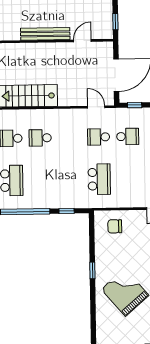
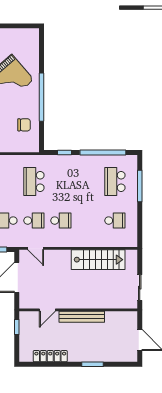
school desk: (40, 138) -> (61, 221), moved
chair: (115, 226) -> (24, 125), moved
window: (92, 270) -> (42, 97), width x3.17

